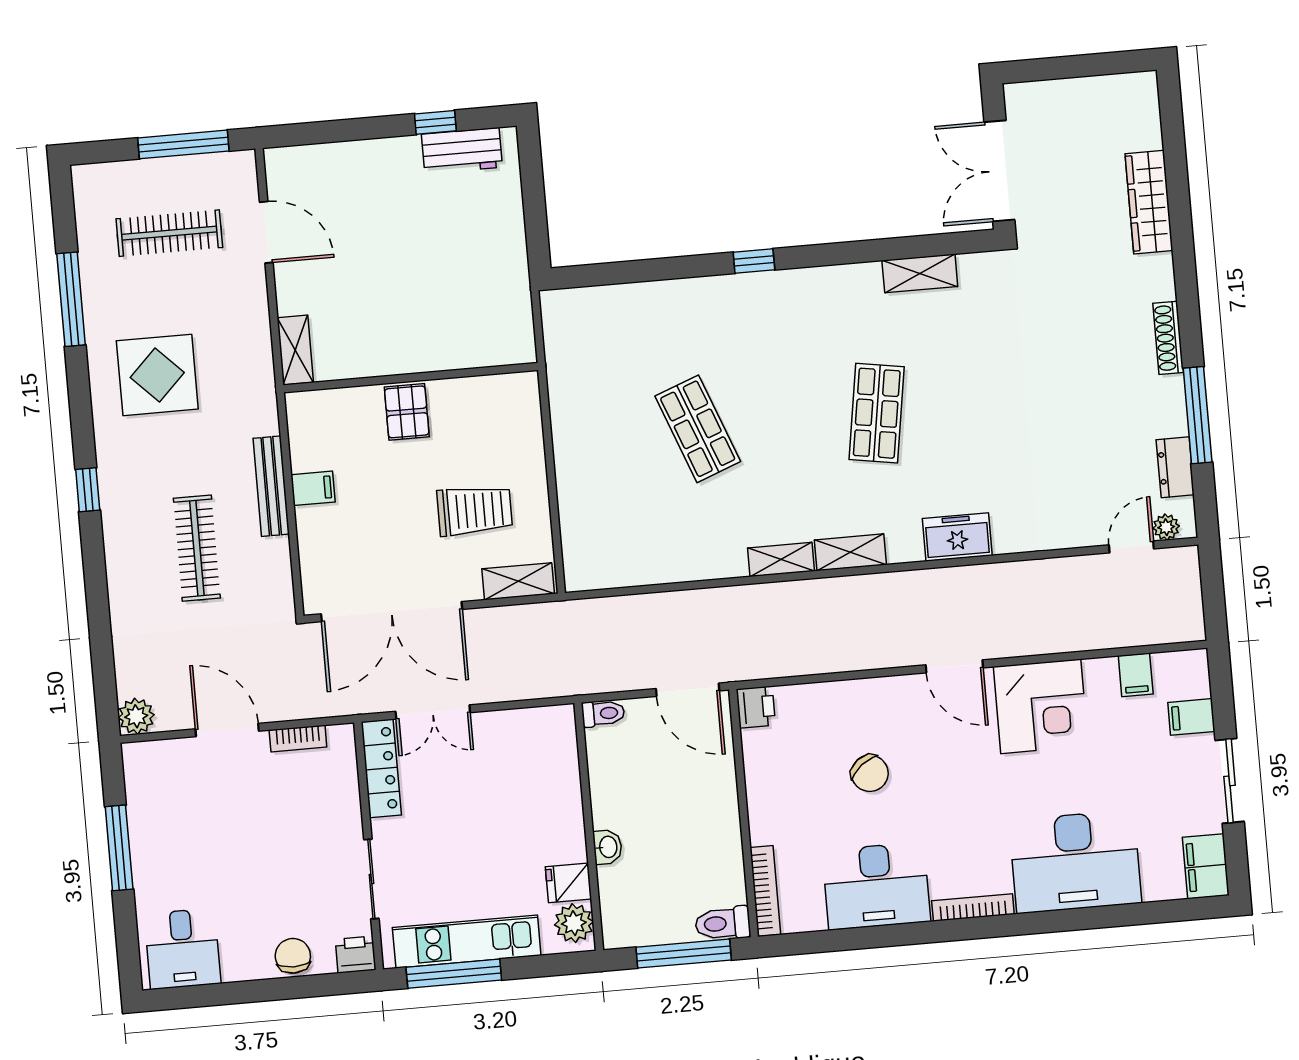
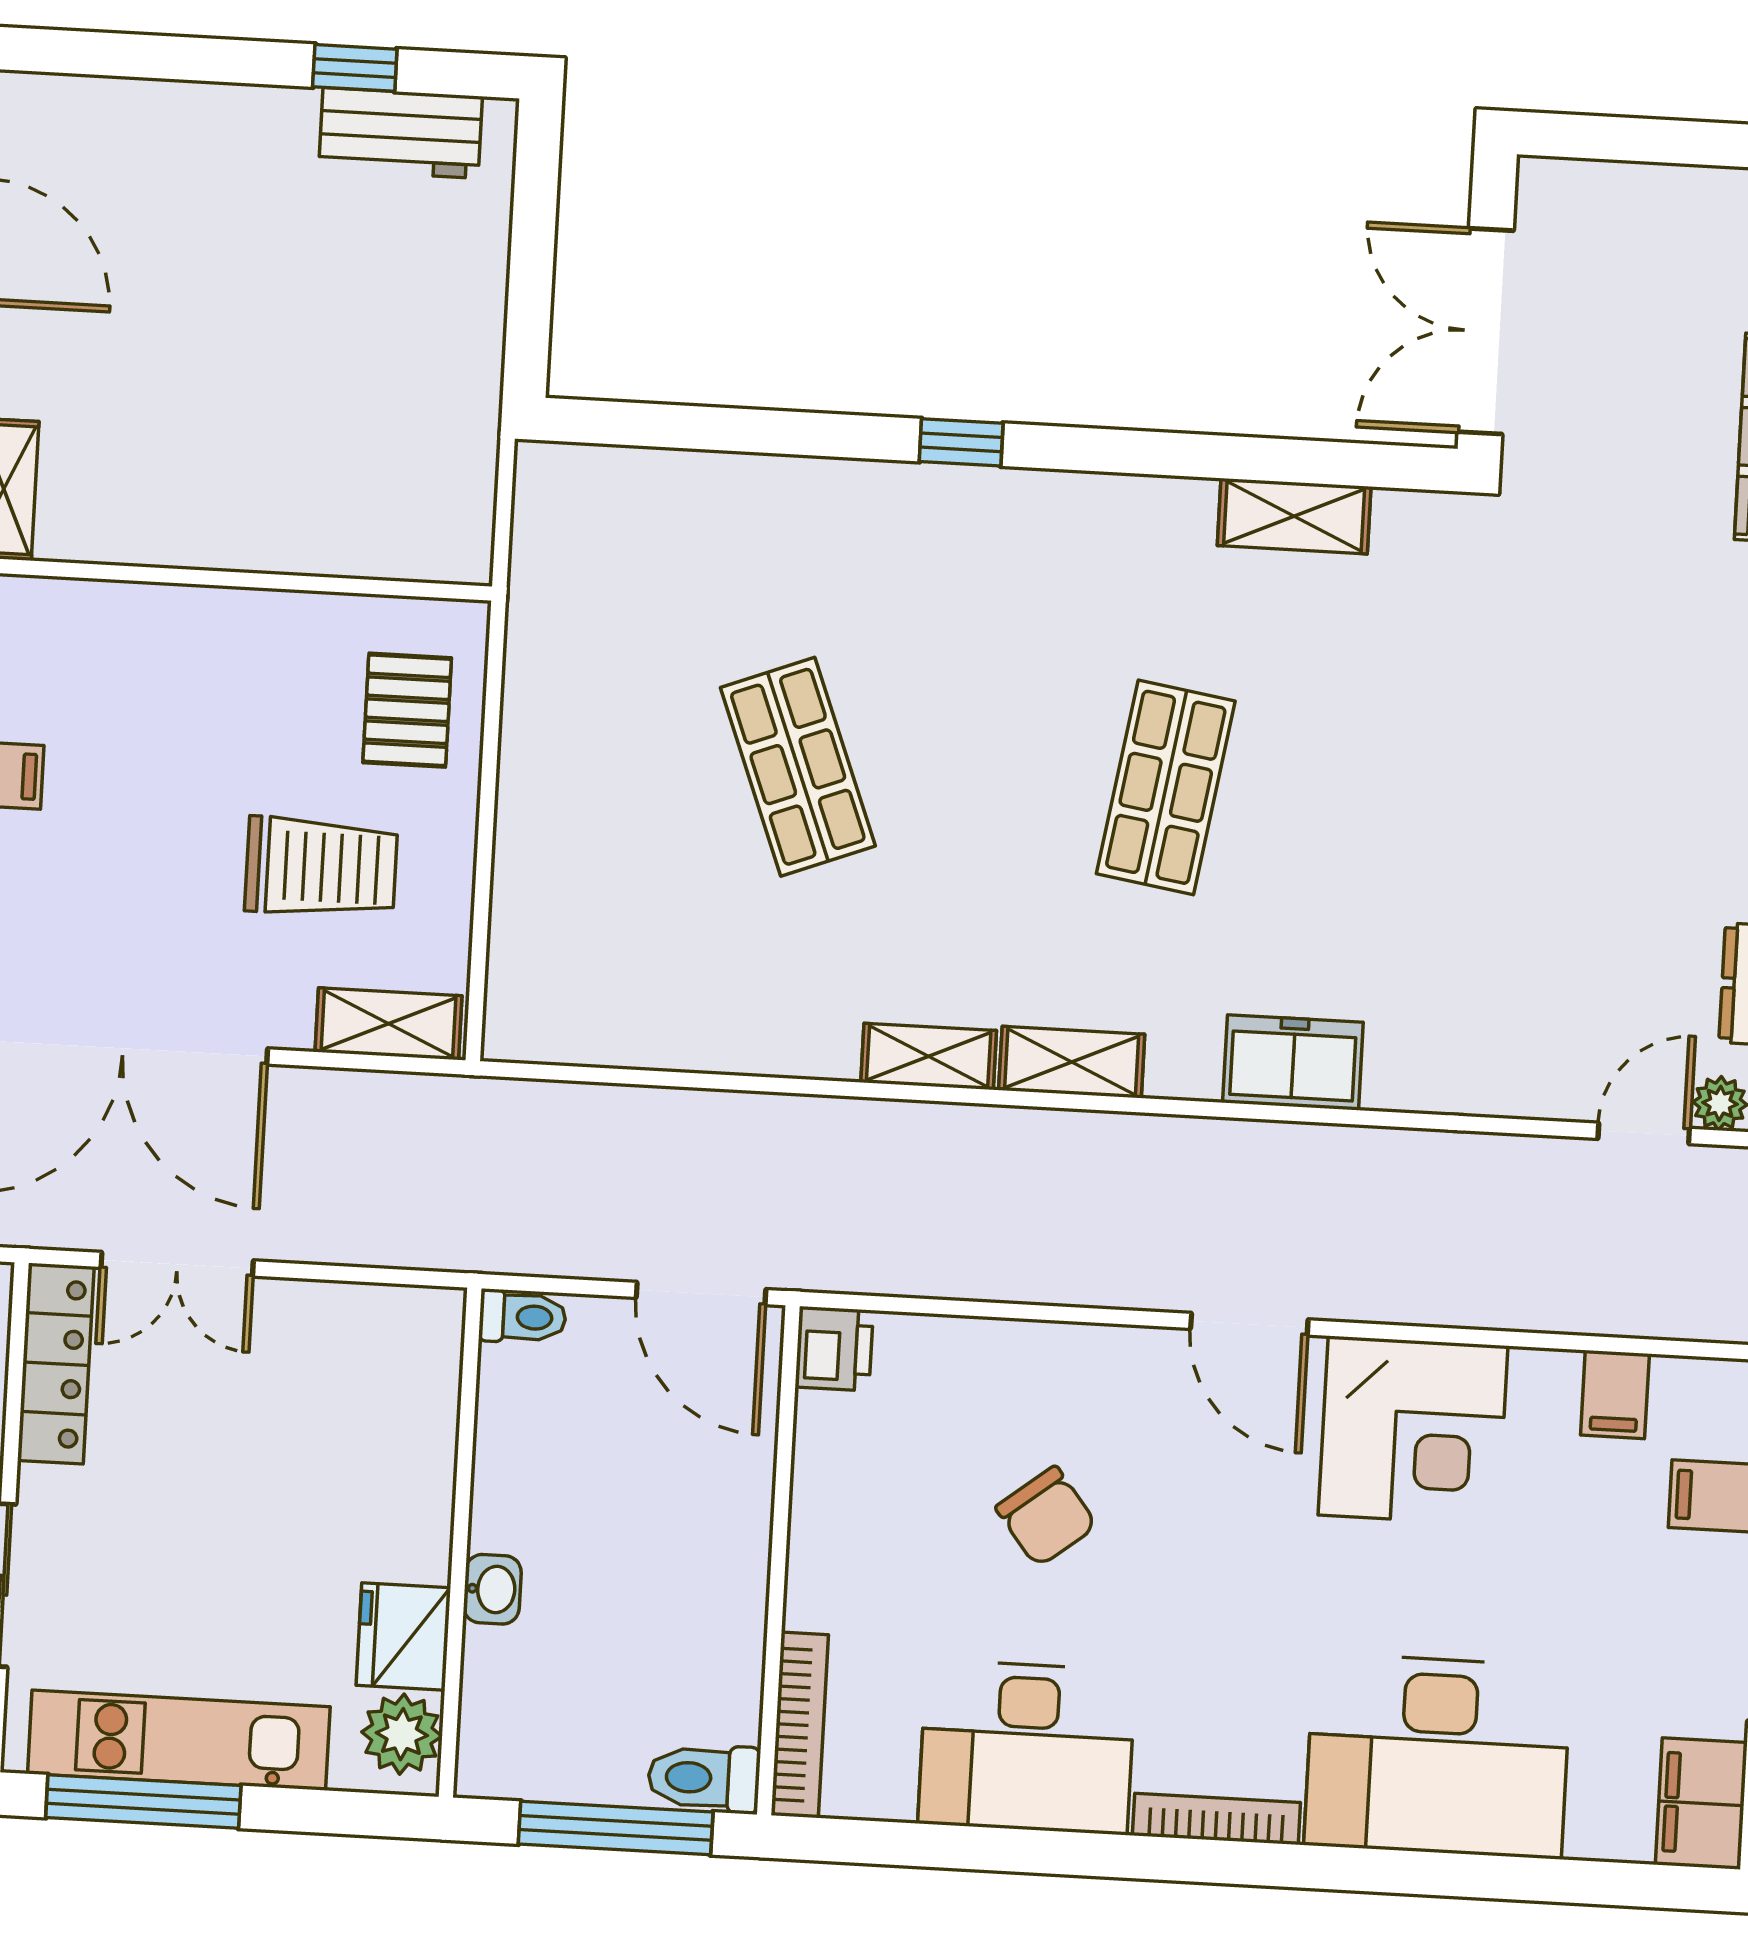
pallet: (407, 412) -> (407, 710), moved
fridge: (568, 883) -> (403, 1637), width x1.38

